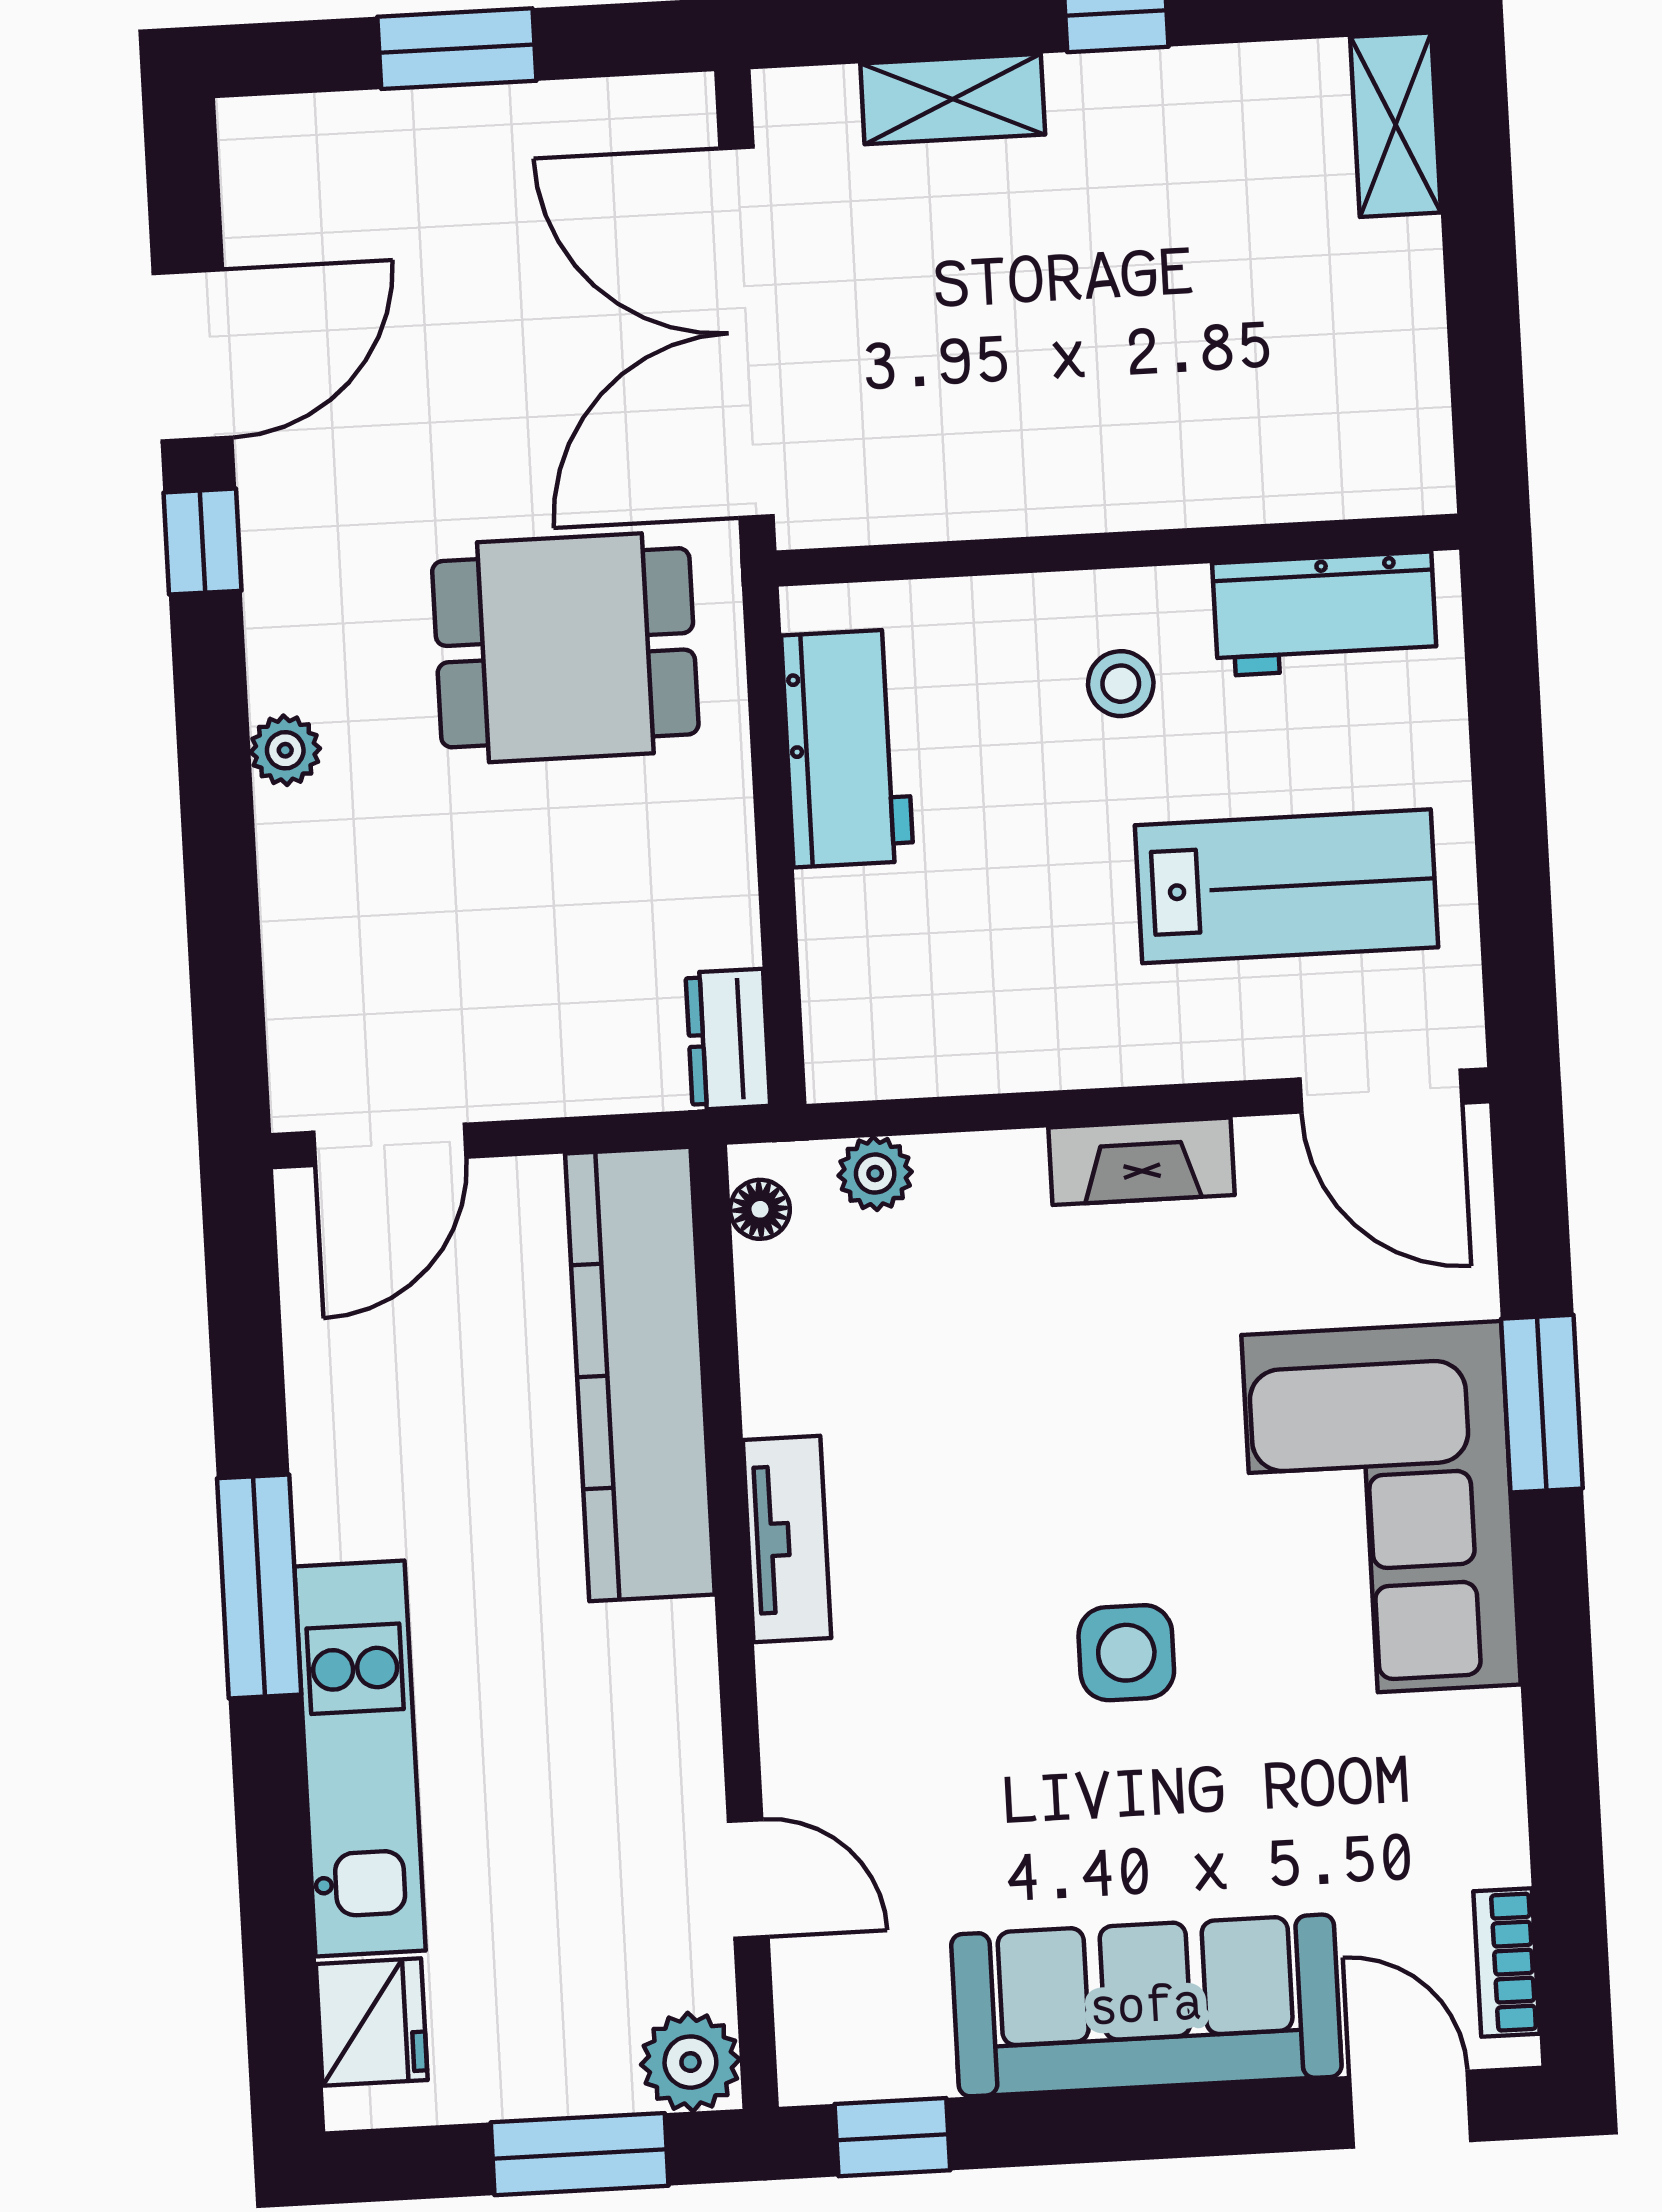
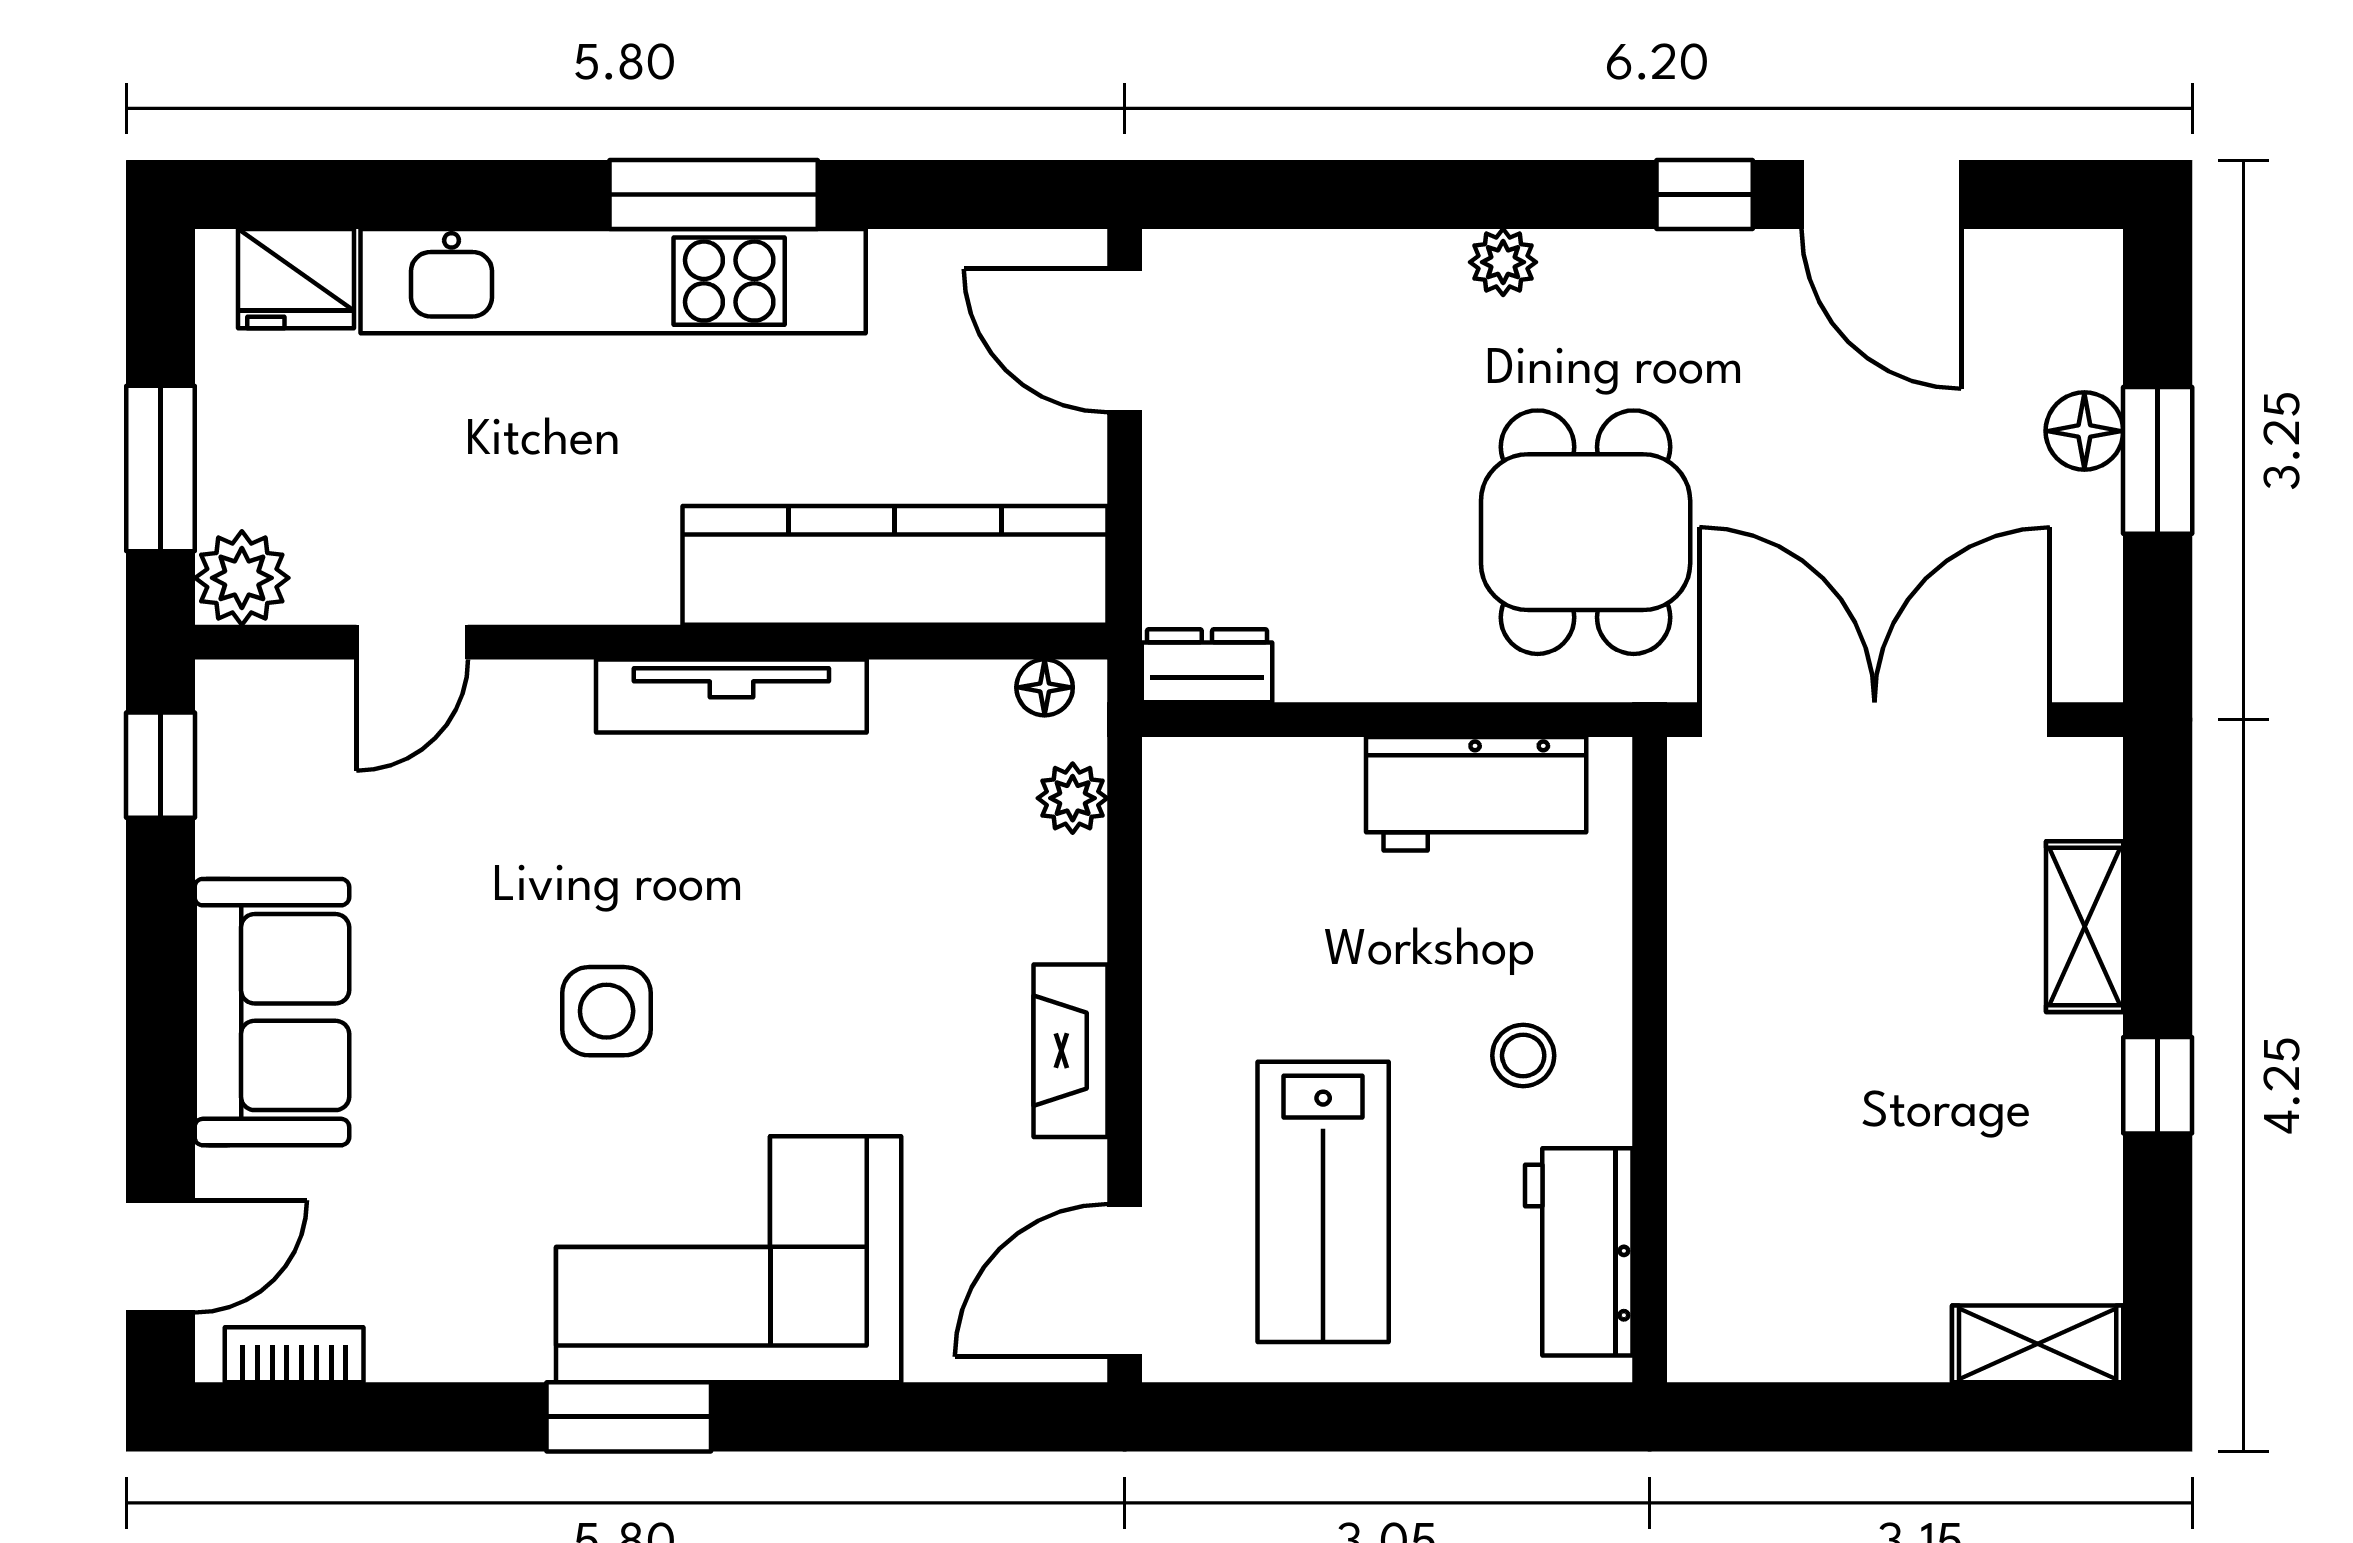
floor lamp: (430, 128) -> (2084, 431), added
window: (1542, 1404) -> (629, 1417), moved
tv unit: (787, 1539) -> (731, 696), width x1.41
kitchen unit: (360, 1758) -> (613, 281), width x1.36
sofa: (1146, 2005) -> (272, 1012), width x0.73

